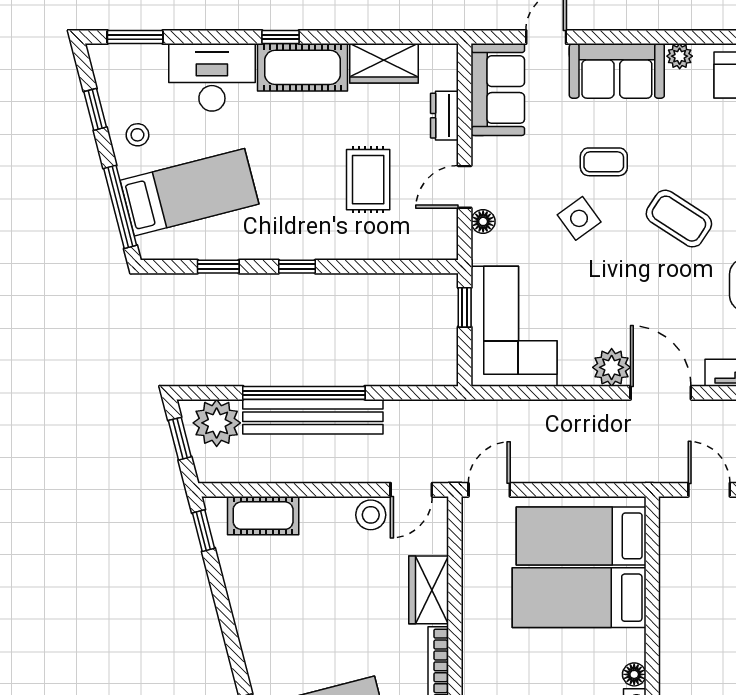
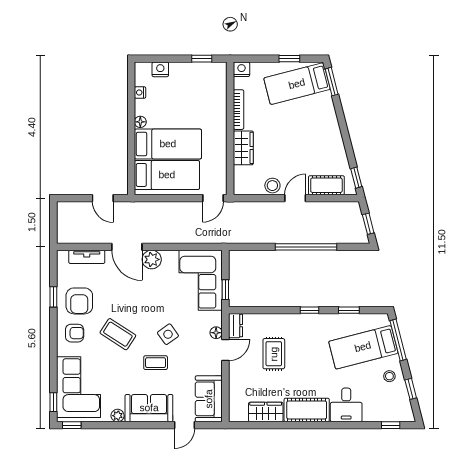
window: (135, 37) -> (391, 425), width x0.67
window: (281, 37) -> (318, 425), removed
desk: (212, 77) -> (346, 405), width x0.73
dresser: (444, 116) -> (235, 326), moved
bench: (313, 417) -> (301, 235), removed
plant: (217, 423) -> (350, 232), removed
door: (411, 490) -> (295, 198), moved
floor lamp: (634, 674) -> (140, 122), moved

